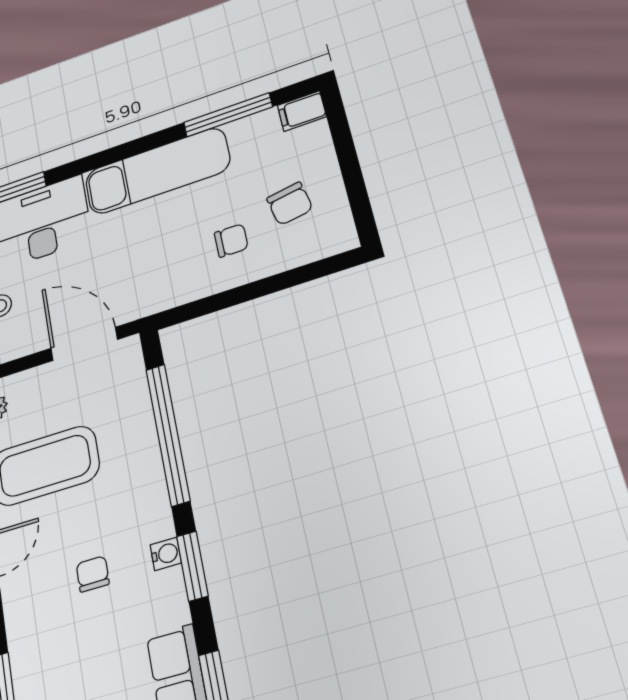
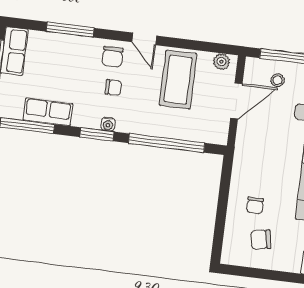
door: (84, 344) -> (236, 101), moved
chair: (35, 600) -> (112, 57), added

